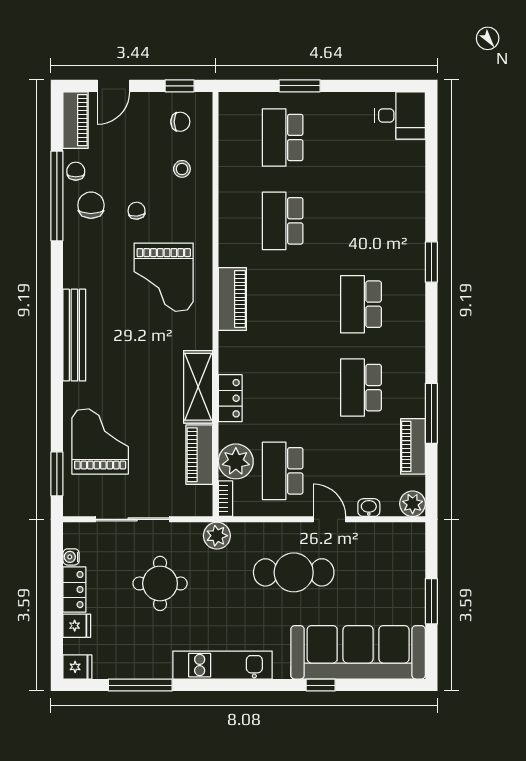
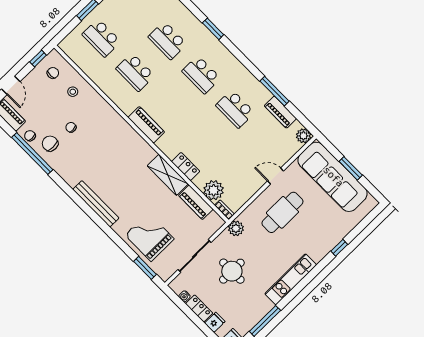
grand piano: (164, 277) -> (109, 144), removed
school desk: (283, 471) -> (167, 40), moved
washbasin: (369, 508) -> (287, 155), removed
sofa: (358, 652) -> (333, 177), moved, turned -90

